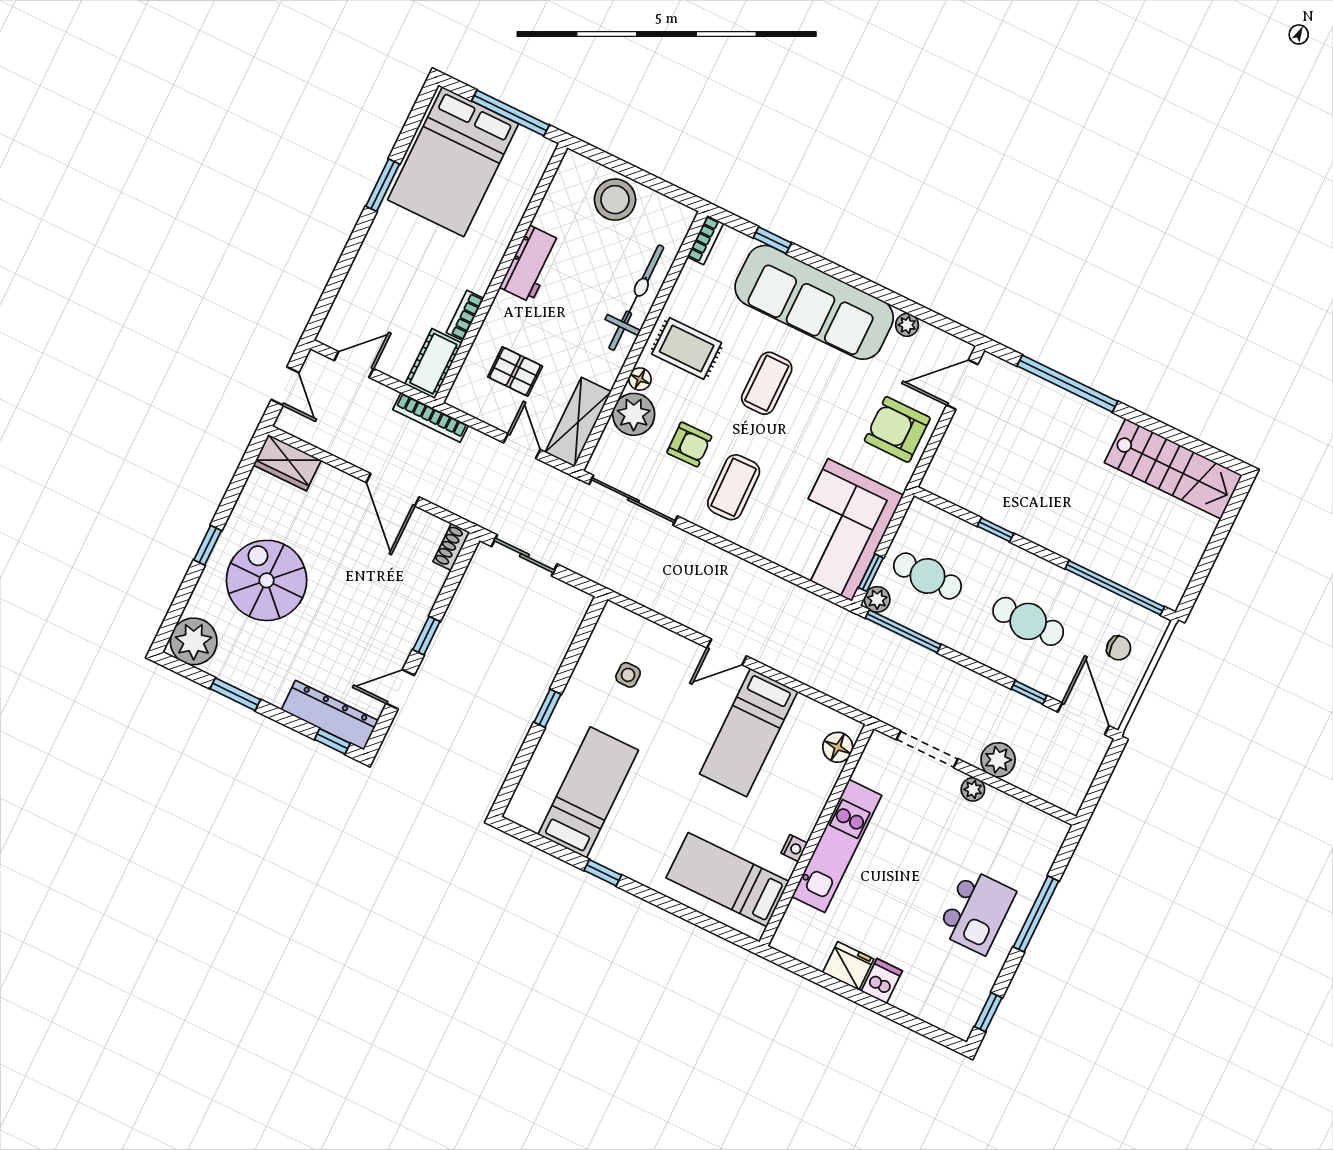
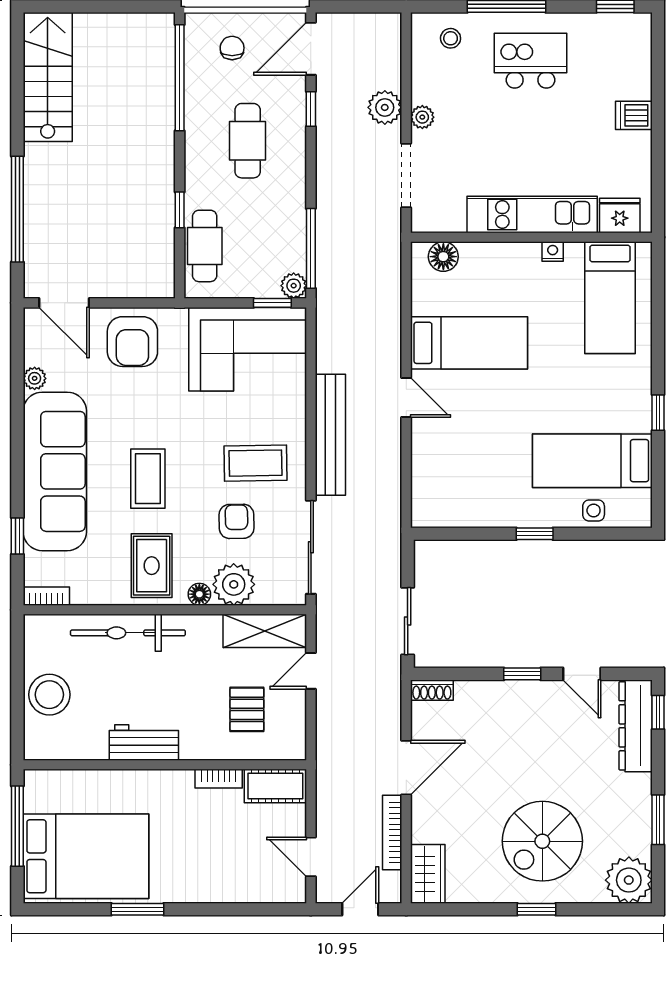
coffee table: (767, 383) -> (148, 479), turned 90
bookcase: (431, 417) -> (392, 833), moved, turned 180
bench: (726, 567) -> (330, 435), added
cafe table: (927, 576) -> (205, 246), moved
side table: (628, 675) -> (594, 510), moved
stool: (1032, 849) -> (451, 38), added
fridge: (848, 966) -> (620, 215), moved, turned 90

